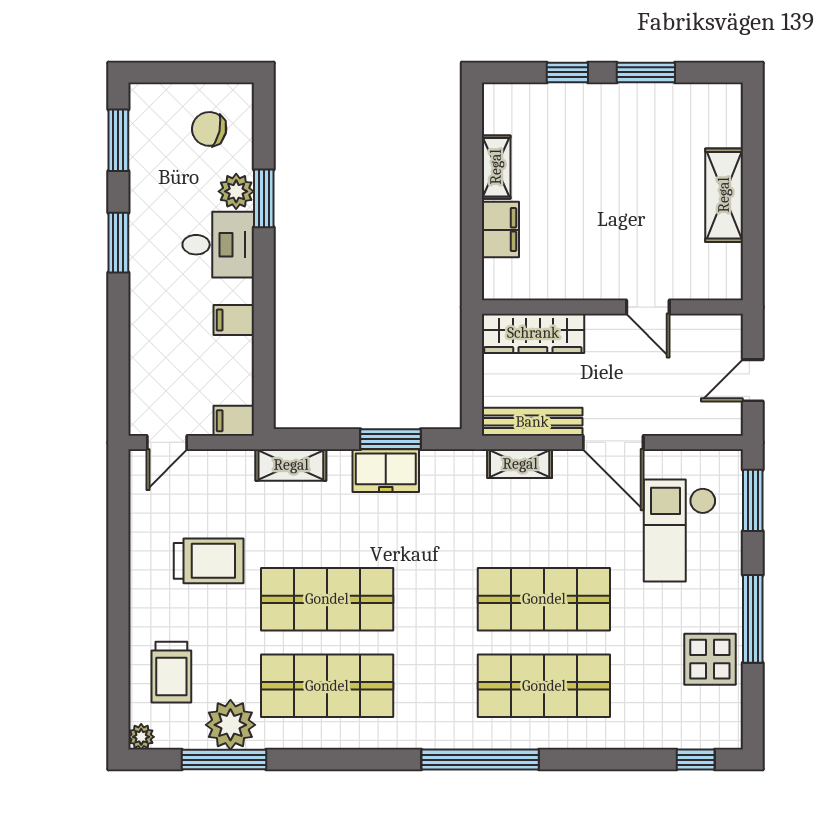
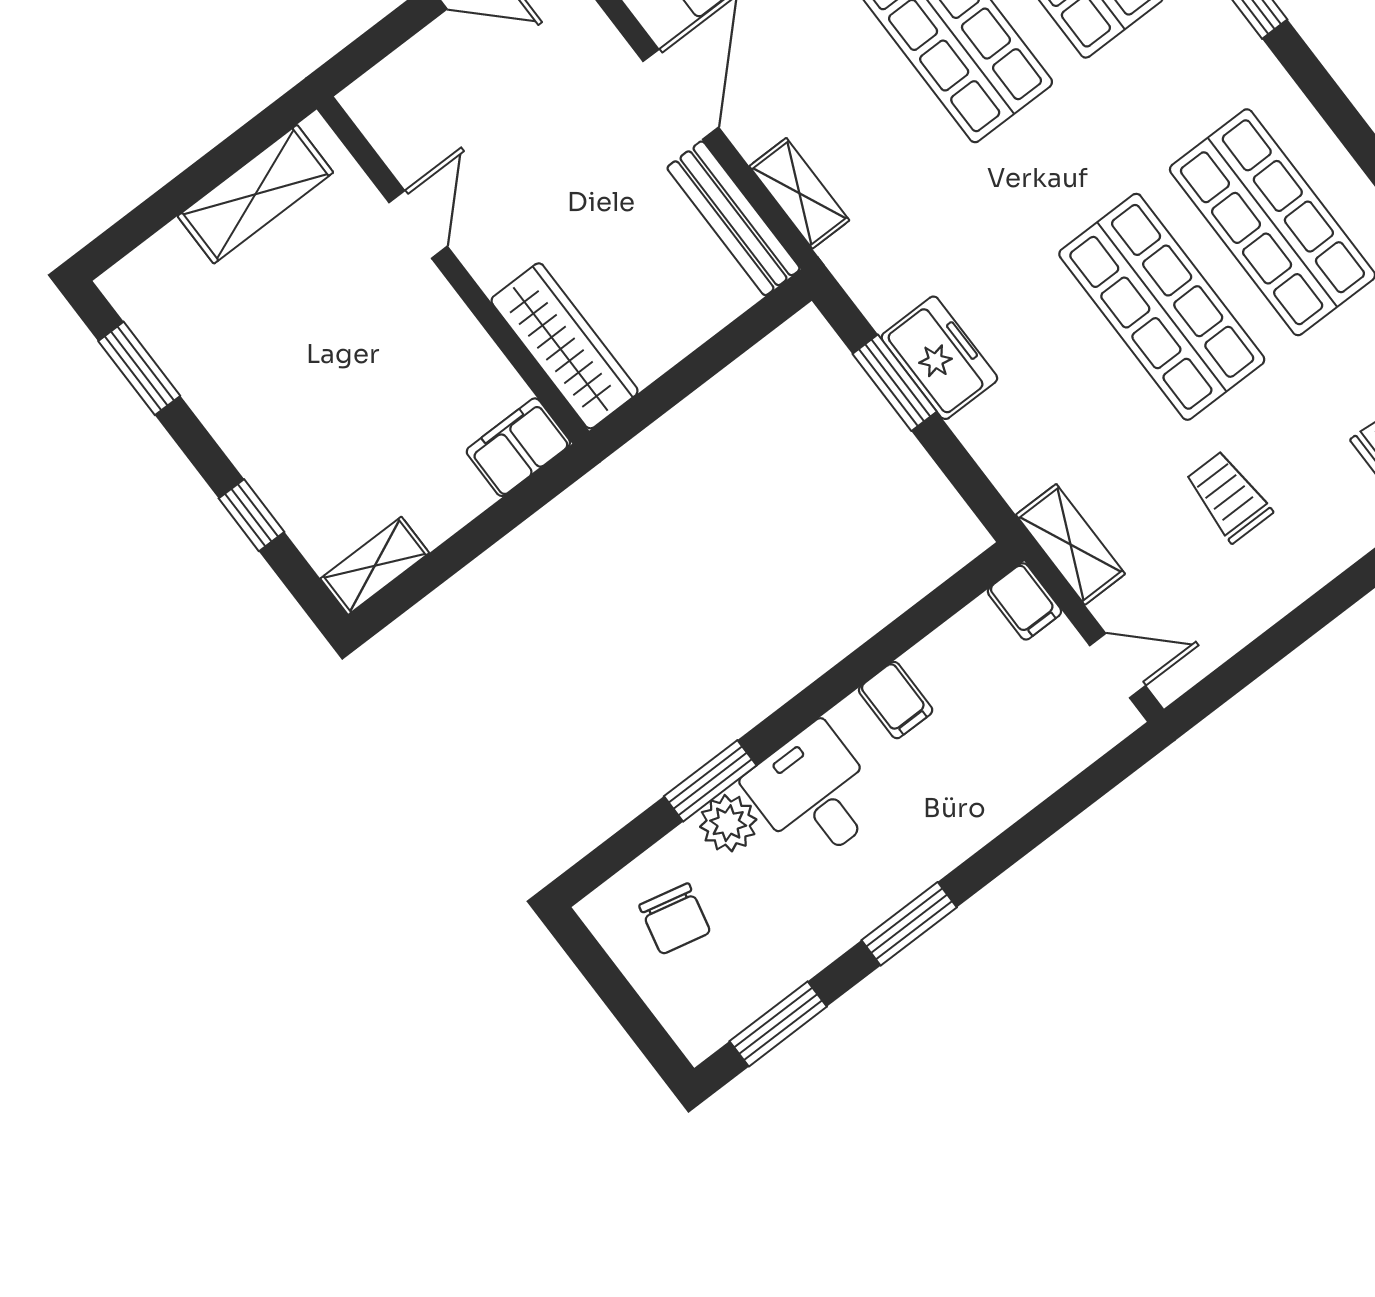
window: (646, 72) -> (139, 368), moved
shelving: (496, 167) -> (375, 566), moved
wall: (612, 307) -> (453, 270), moved
door: (648, 307) -> (418, 224), moved
wardrobe: (533, 333) -> (565, 346), moved
shelving: (291, 465) -> (1070, 544), moved
trolley: (209, 561) -> (1229, 497), width x0.73, depth x0.72

